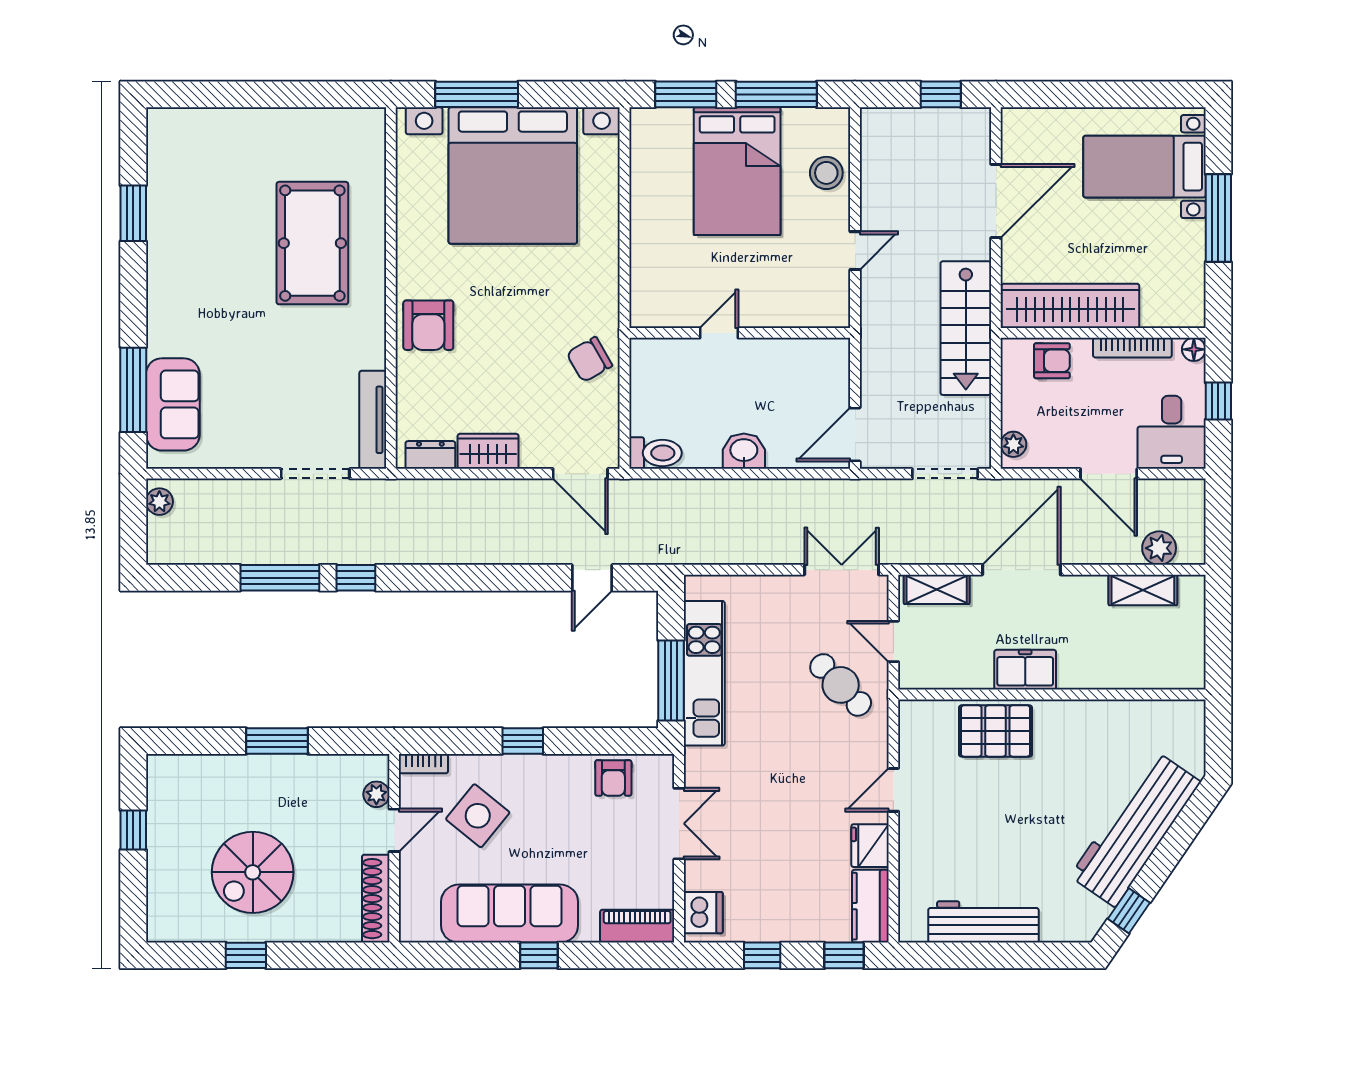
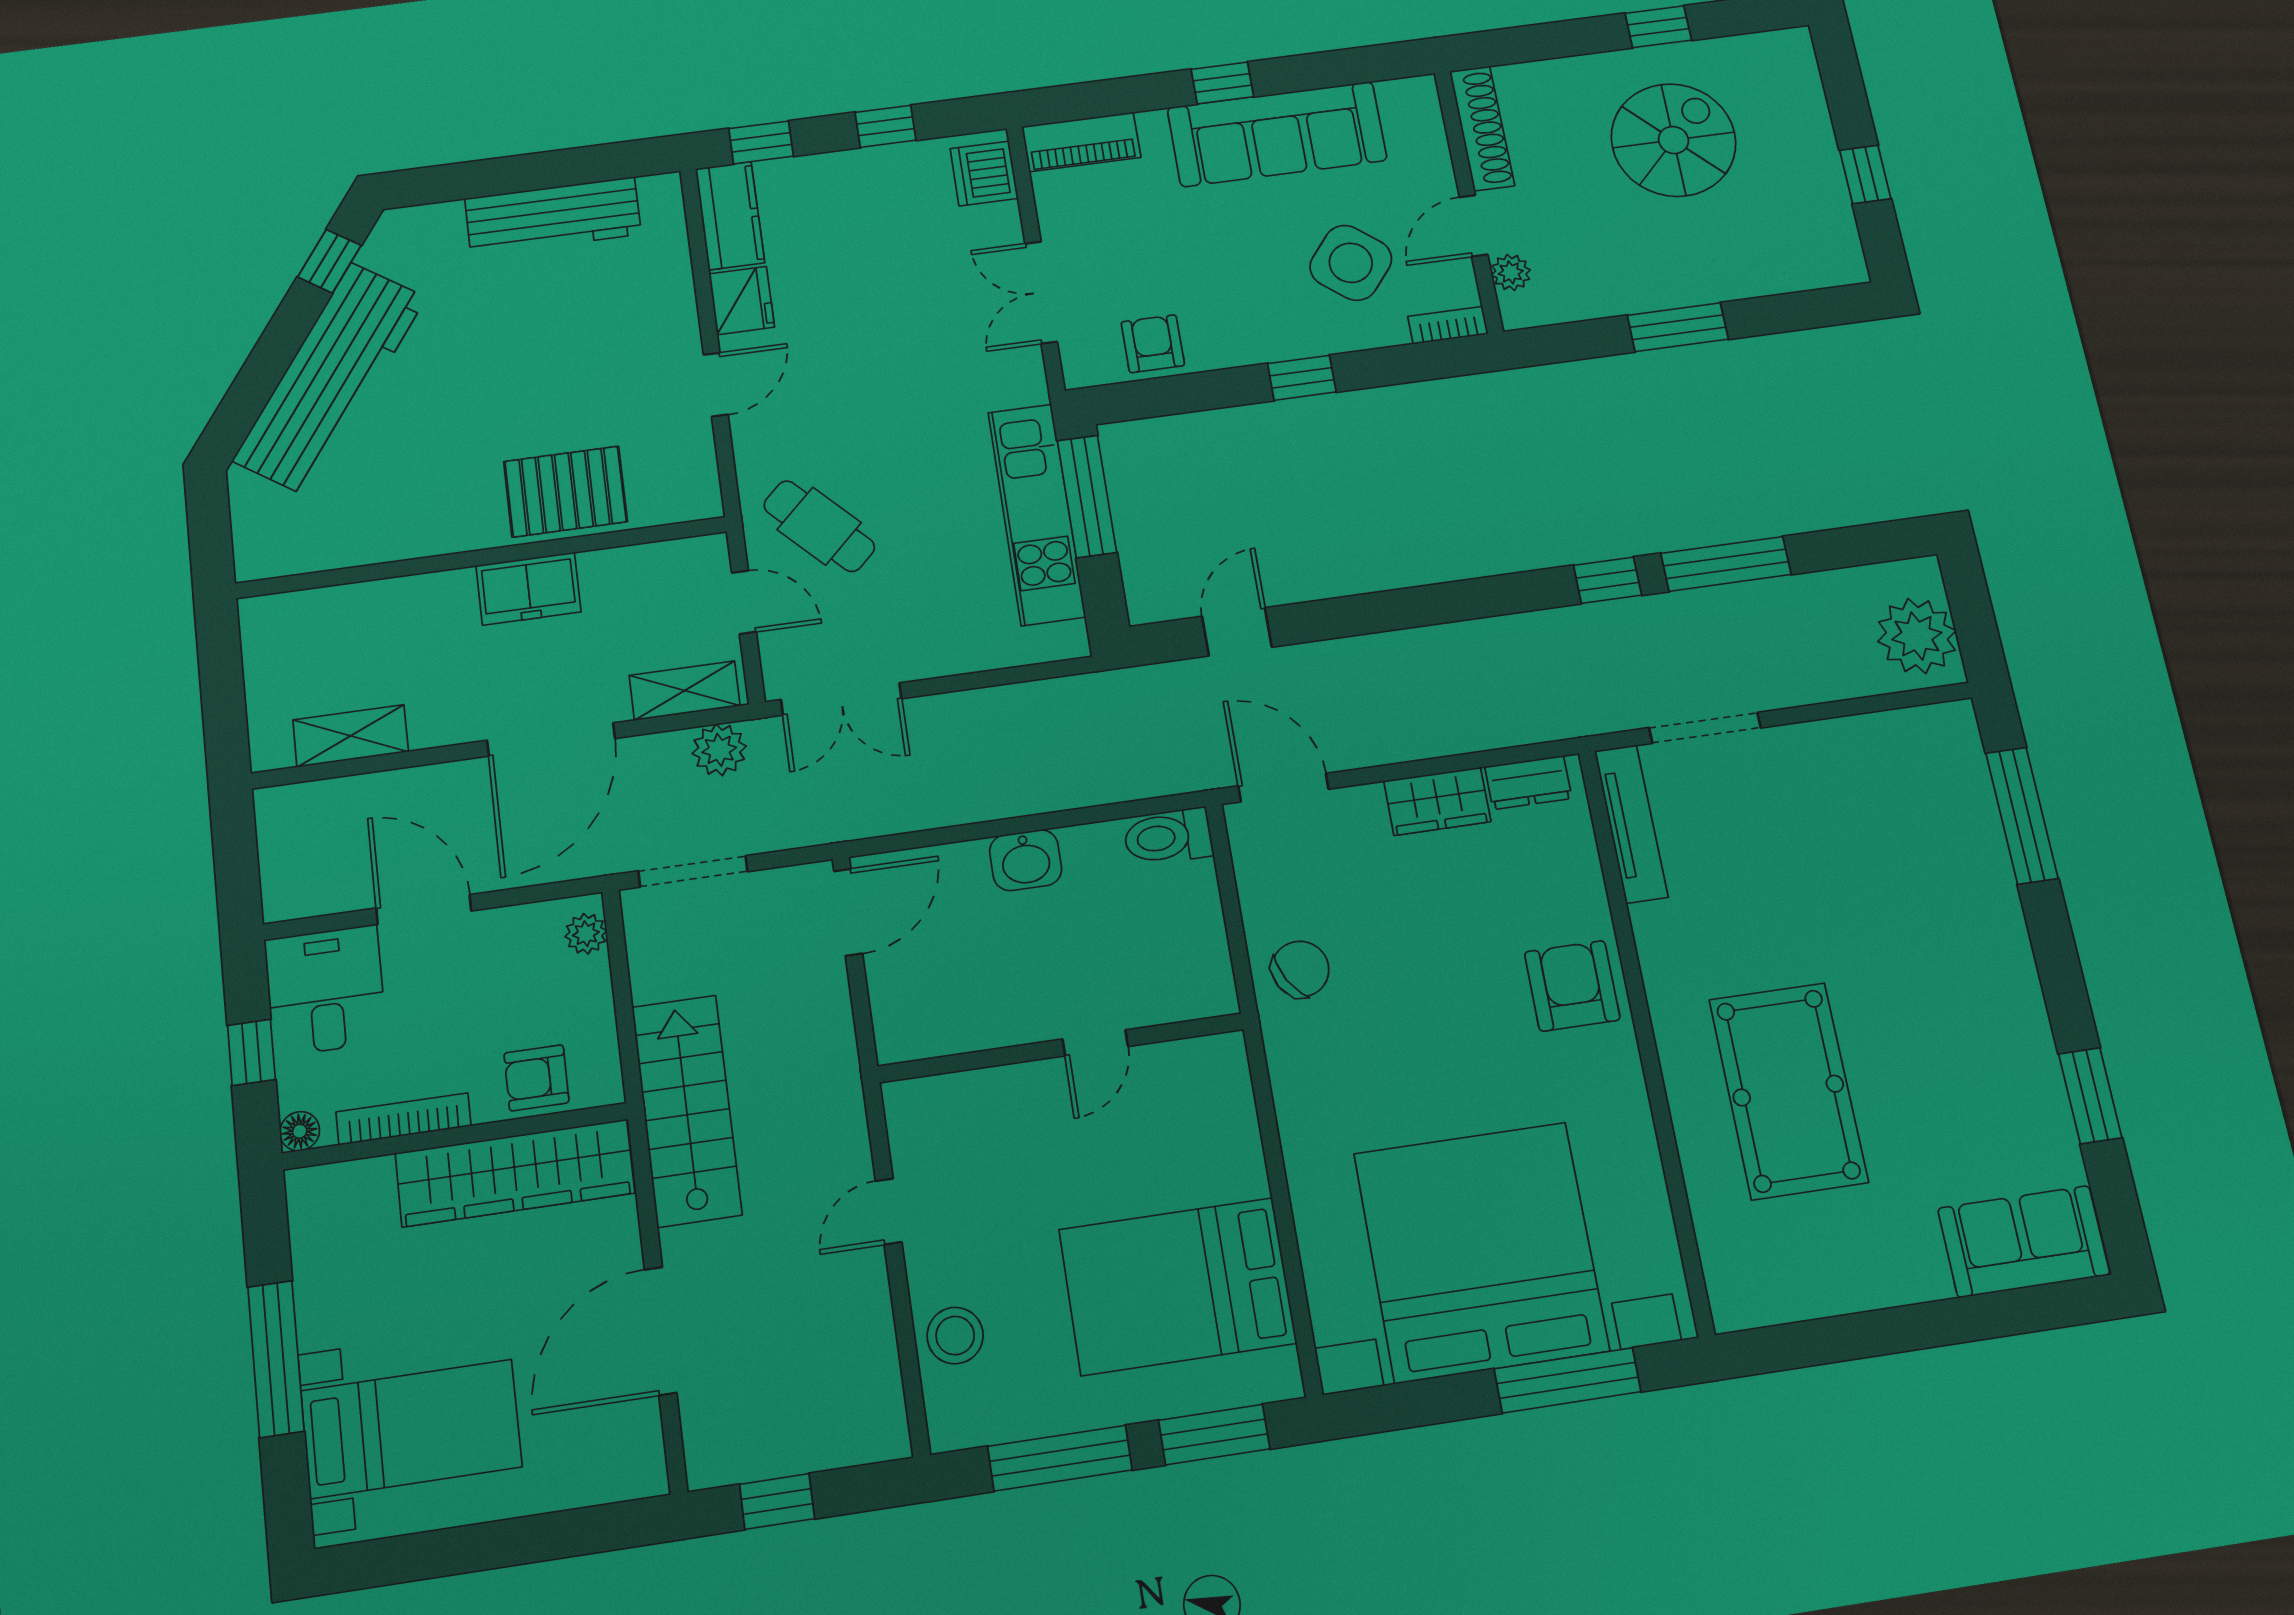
bed: (737, 171) -> (1177, 1286), moved, turned -90
sofa: (173, 404) -> (2024, 1241), moved, turned 90
plant: (159, 502) -> (1917, 636), width x1.88, depth x1.88
plant: (1159, 548) -> (719, 750), moved

